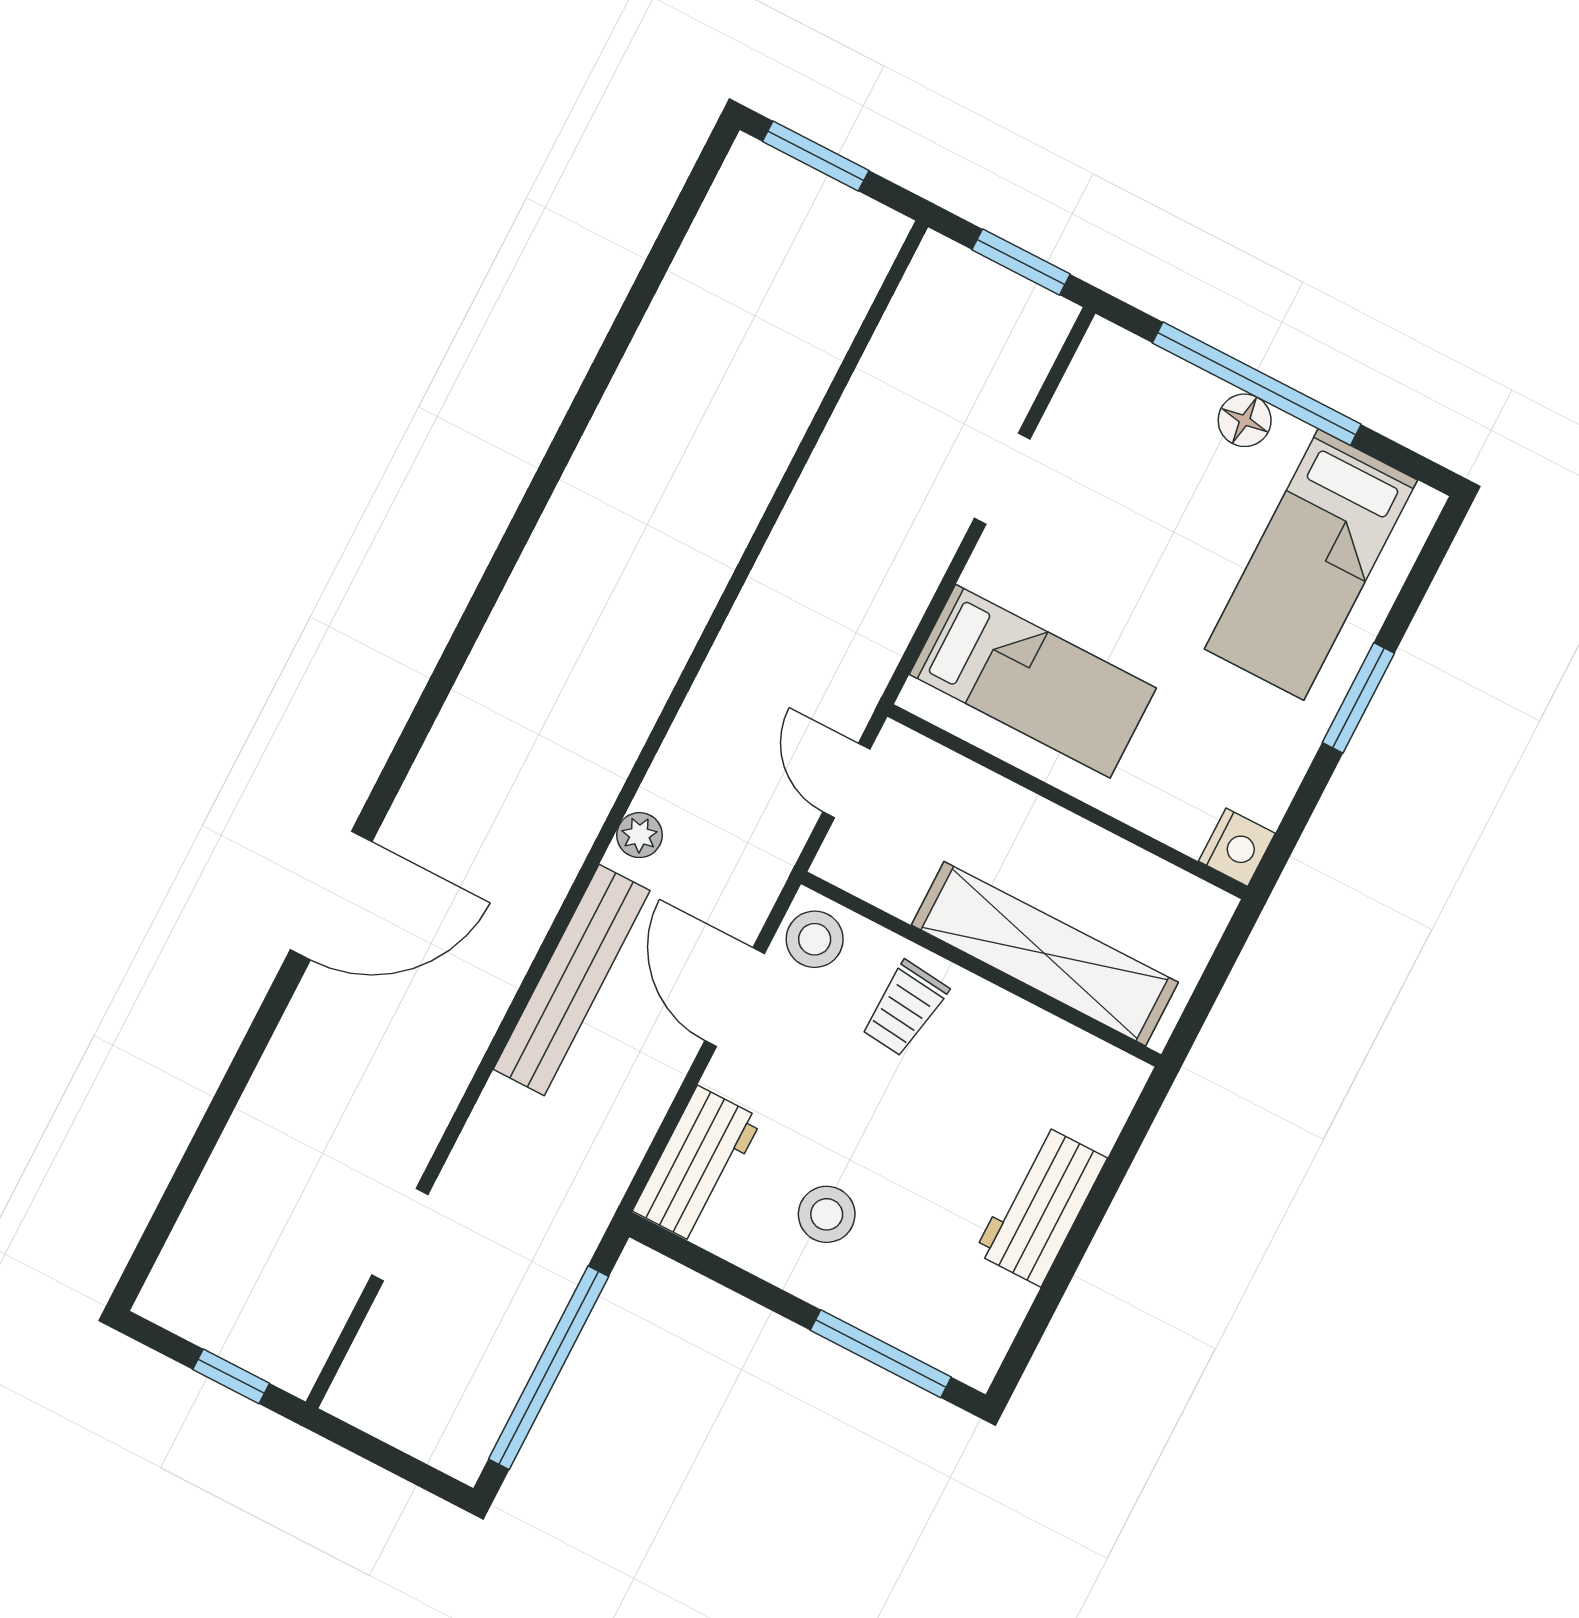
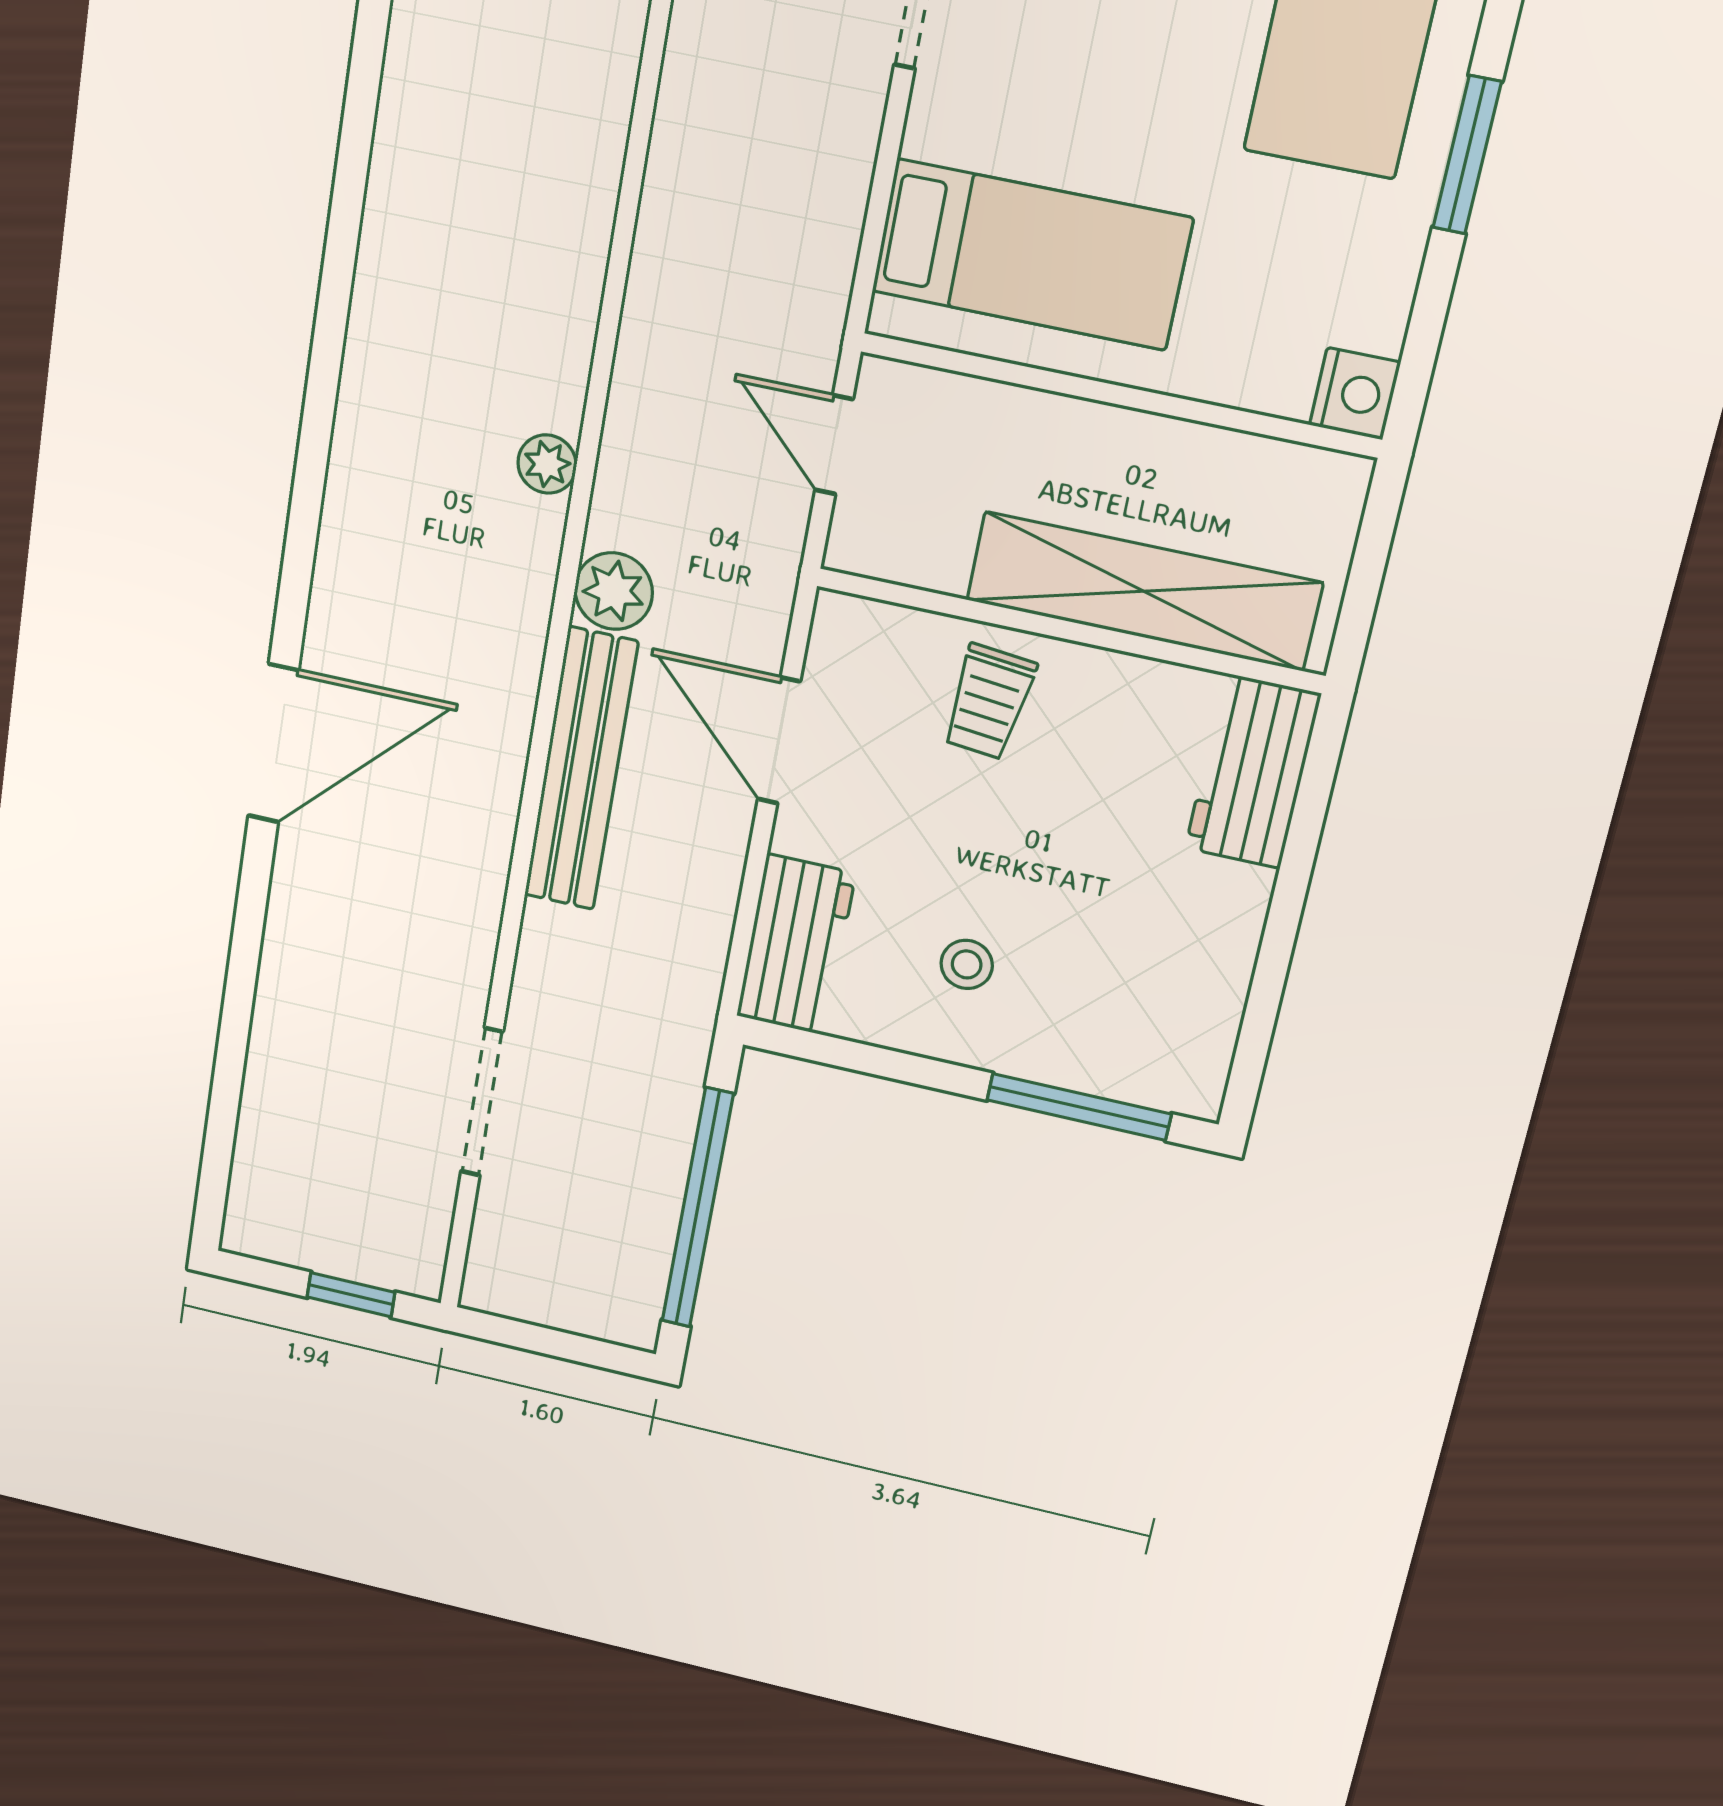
plant: (623, 735) -> (547, 464), added
plant: (639, 835) -> (614, 591), width x1.38, depth x1.38
stool: (815, 939) -> (854, 647), removed
workbench: (1041, 1205) -> (1253, 771), moved
stool: (827, 1214) -> (967, 964), width x0.73, depth x0.73
doorway: (400, 1235) -> (482, 1102), width x1.38

